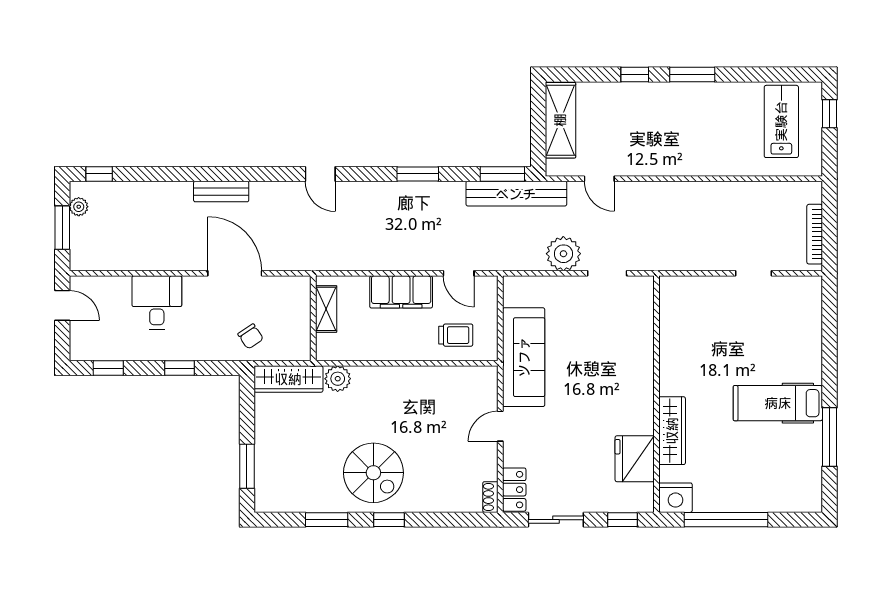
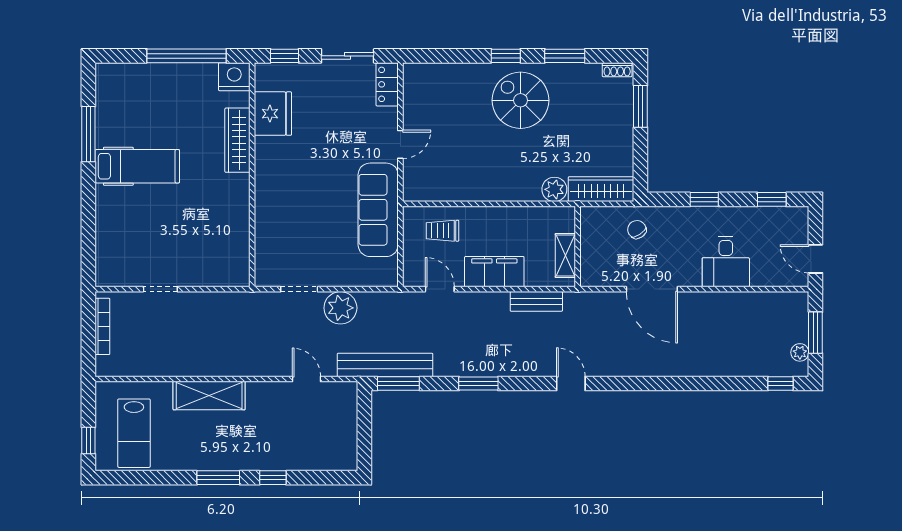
shelving: (560, 120) -> (209, 396), moved, turned 90
bench: (221, 192) -> (536, 301), moved
shoe rack: (490, 497) -> (617, 70), moved, turned 90

